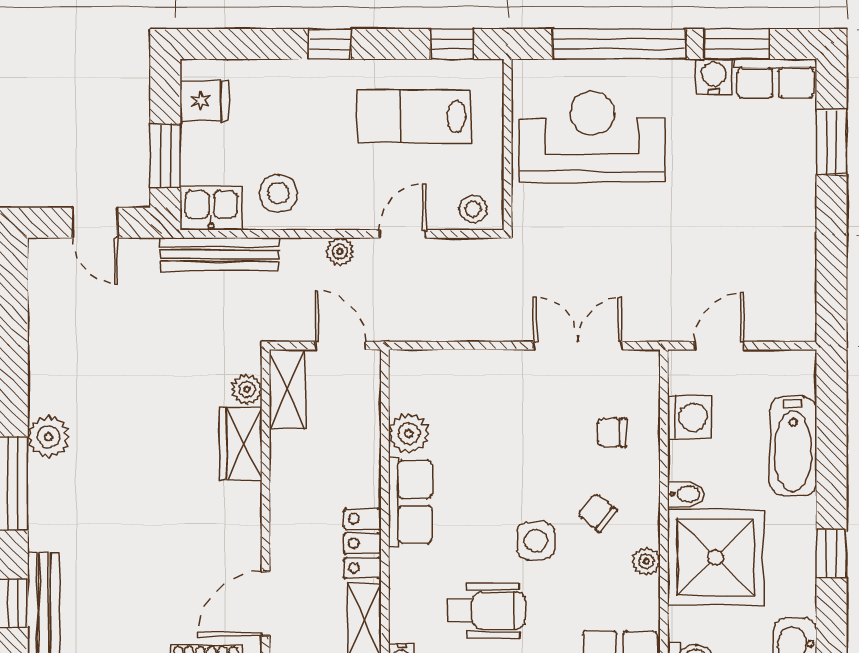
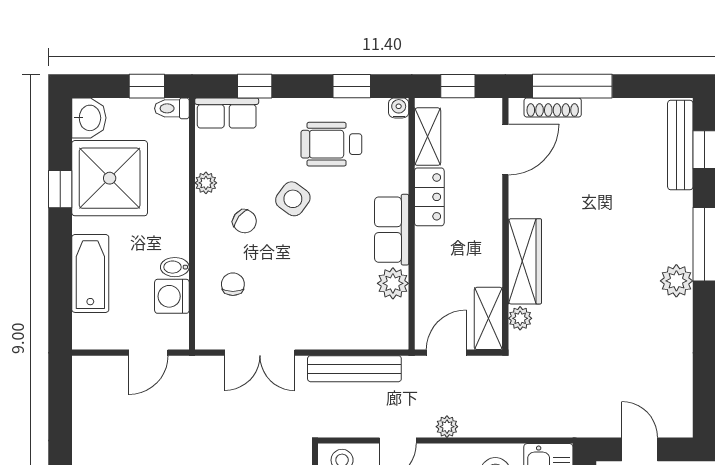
bench: (220, 254) -> (354, 369), moved
door: (341, 346) -> (446, 353), swing flipped
chair: (612, 433) -> (233, 284), turned -90
wardrobe: (241, 443) -> (525, 261), width x1.50
bidet: (686, 494) -> (175, 267), moved
side table: (536, 541) -> (293, 199), turned 36
shower: (716, 557) -> (110, 178), moved

